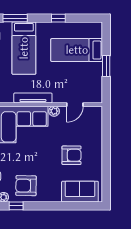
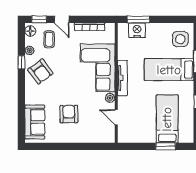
window: (106, 66) -> (166, 146), moved
armchair: (72, 155) -> (69, 114), turned 180
armchair: (26, 186) -> (40, 72), turned 143

